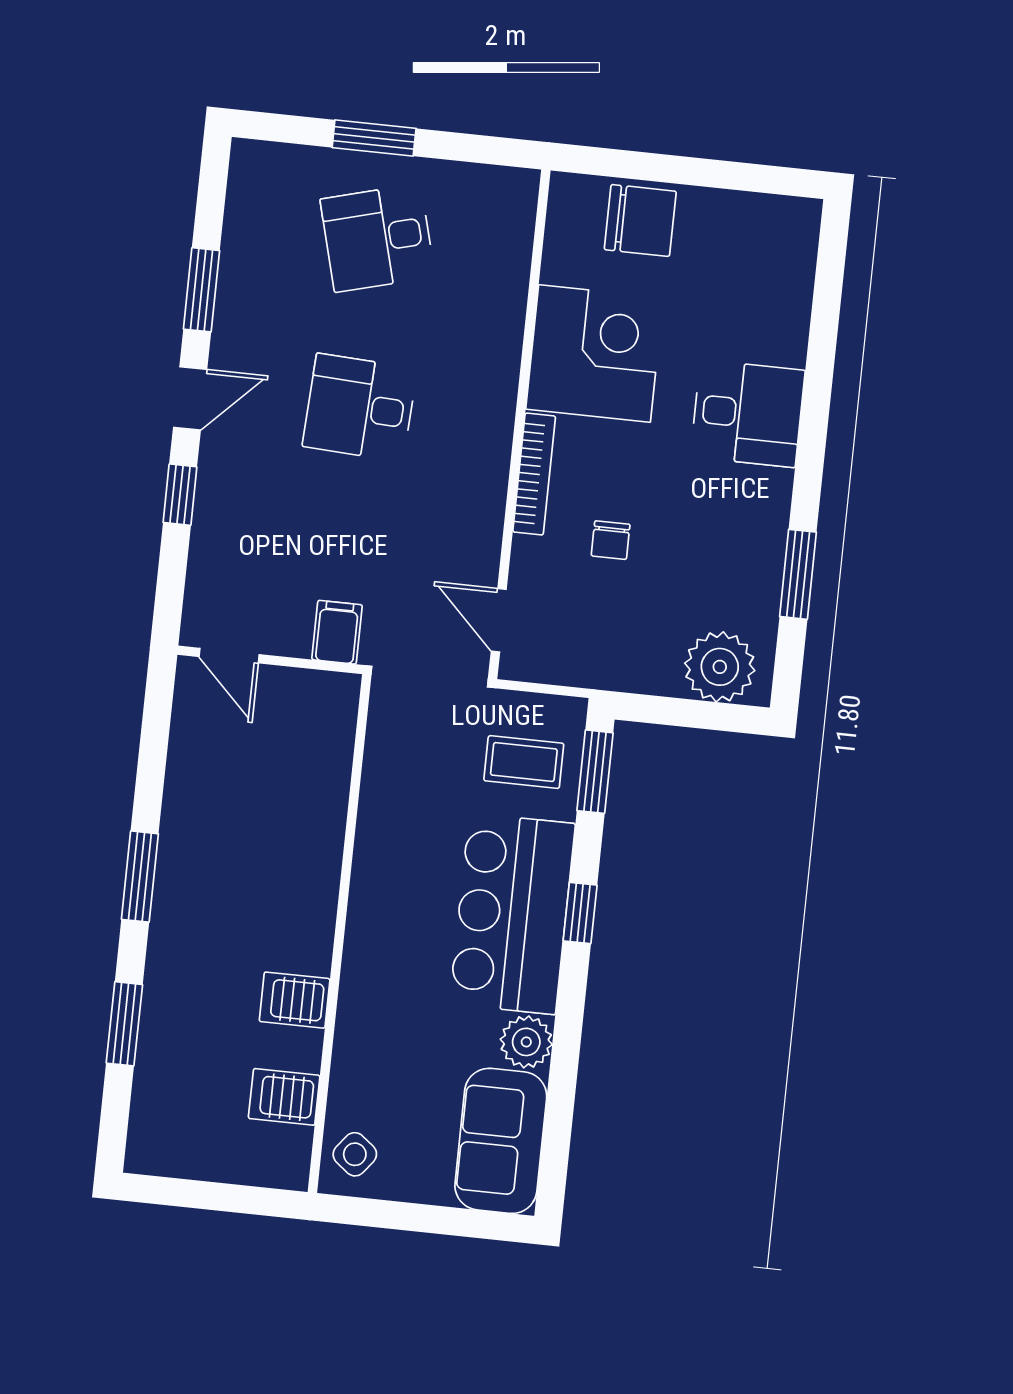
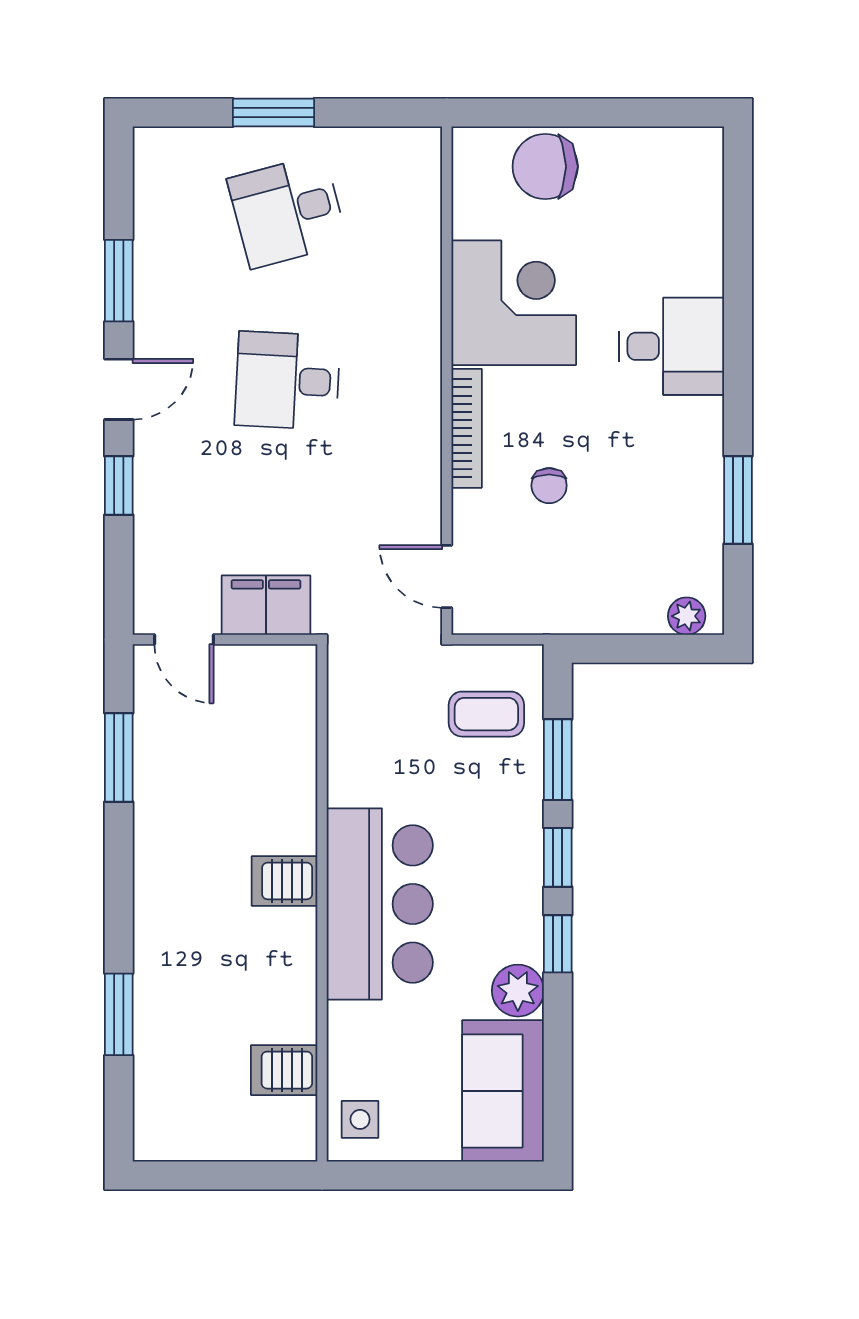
chair: (640, 220) -> (545, 167), turned 180
filing cabinet: (337, 632) -> (266, 605), width x2.00
plant: (720, 667) -> (687, 616), width x0.53, depth x0.53
window: (595, 772) -> (558, 760), moved
window: (140, 877) -> (119, 758), moved
bar counter: (512, 914) -> (380, 904), moved, turned 180
window: (571, 999) -> (558, 944), added
server rack: (295, 1000) -> (284, 881), moved
side table: (355, 1154) -> (360, 1119), turned -38

